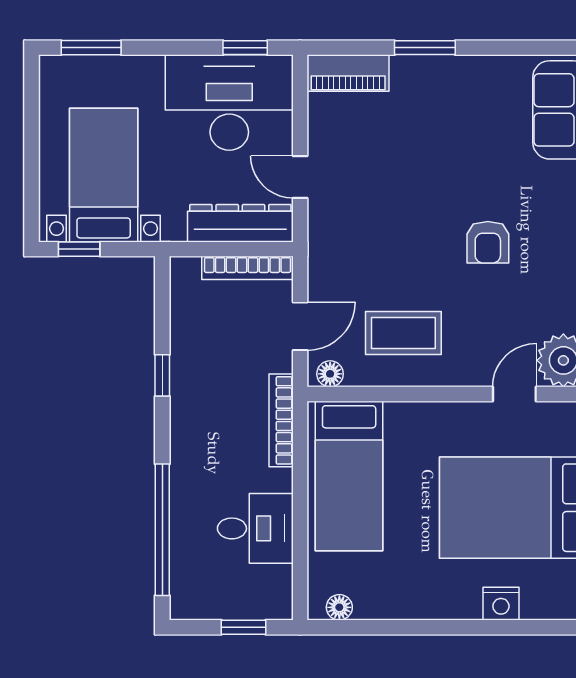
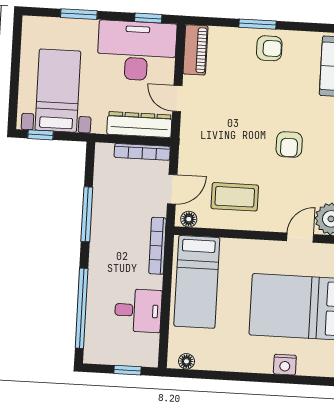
window: (91, 48) -> (79, 14), moved
piano: (348, 73) -> (195, 50), moved, turned -90
armchair: (446, 86) -> (269, 48), added
window: (162, 375) -> (87, 214), width x2.17

